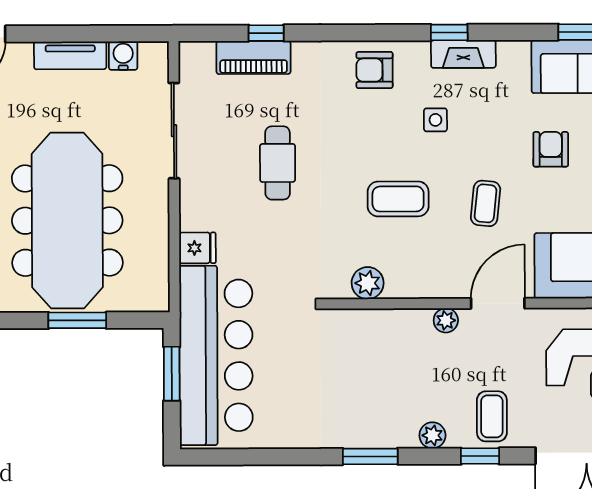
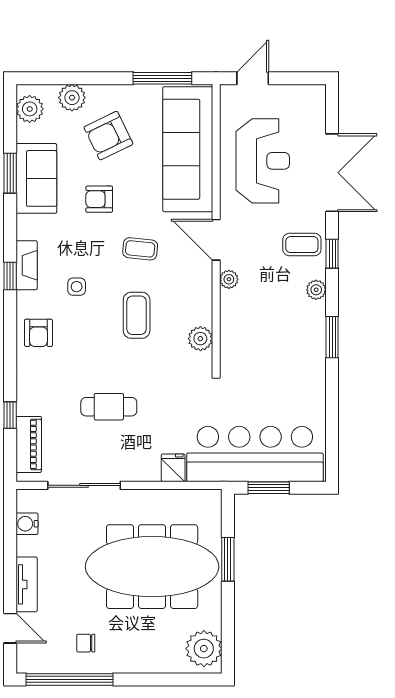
tv unit: (70, 55) -> (27, 584), moved
piano: (254, 57) -> (29, 444), moved

